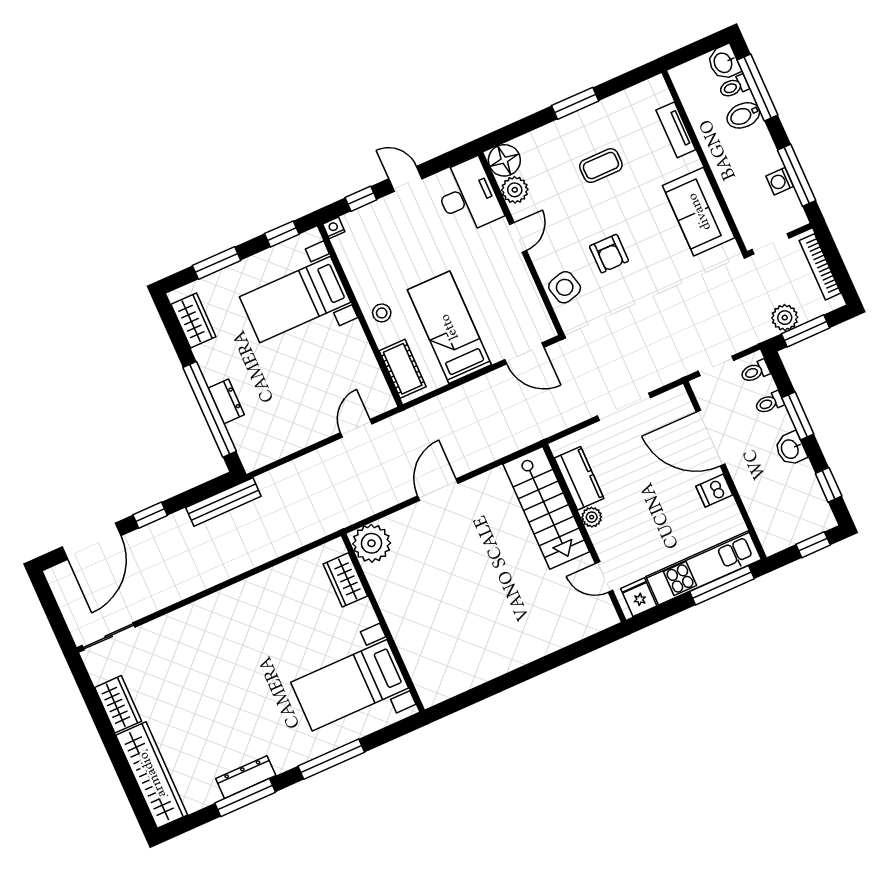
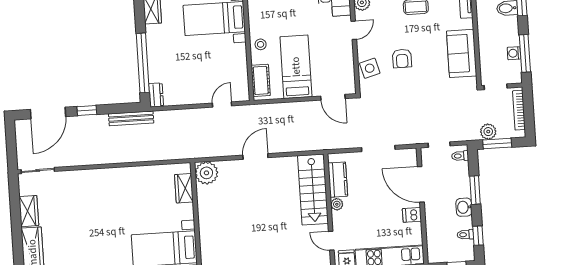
dresser: (226, 401) -> (156, 95), moved
toilet: (769, 403) -> (465, 235), moved

